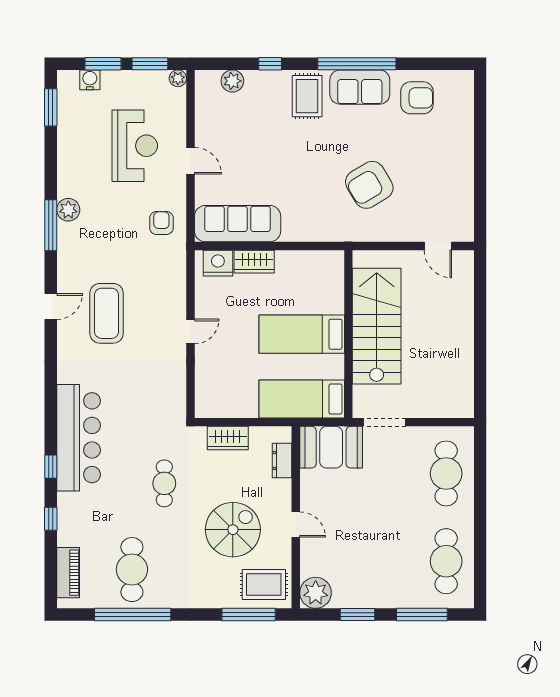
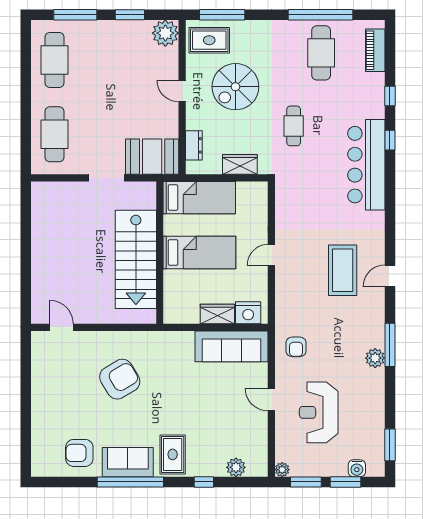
stairs: (377, 326) -> (136, 259), moved
bed: (302, 334) -> (199, 253), moved
wall: (348, 334) -> (160, 253), moved
bed: (302, 399) -> (199, 198), moved

